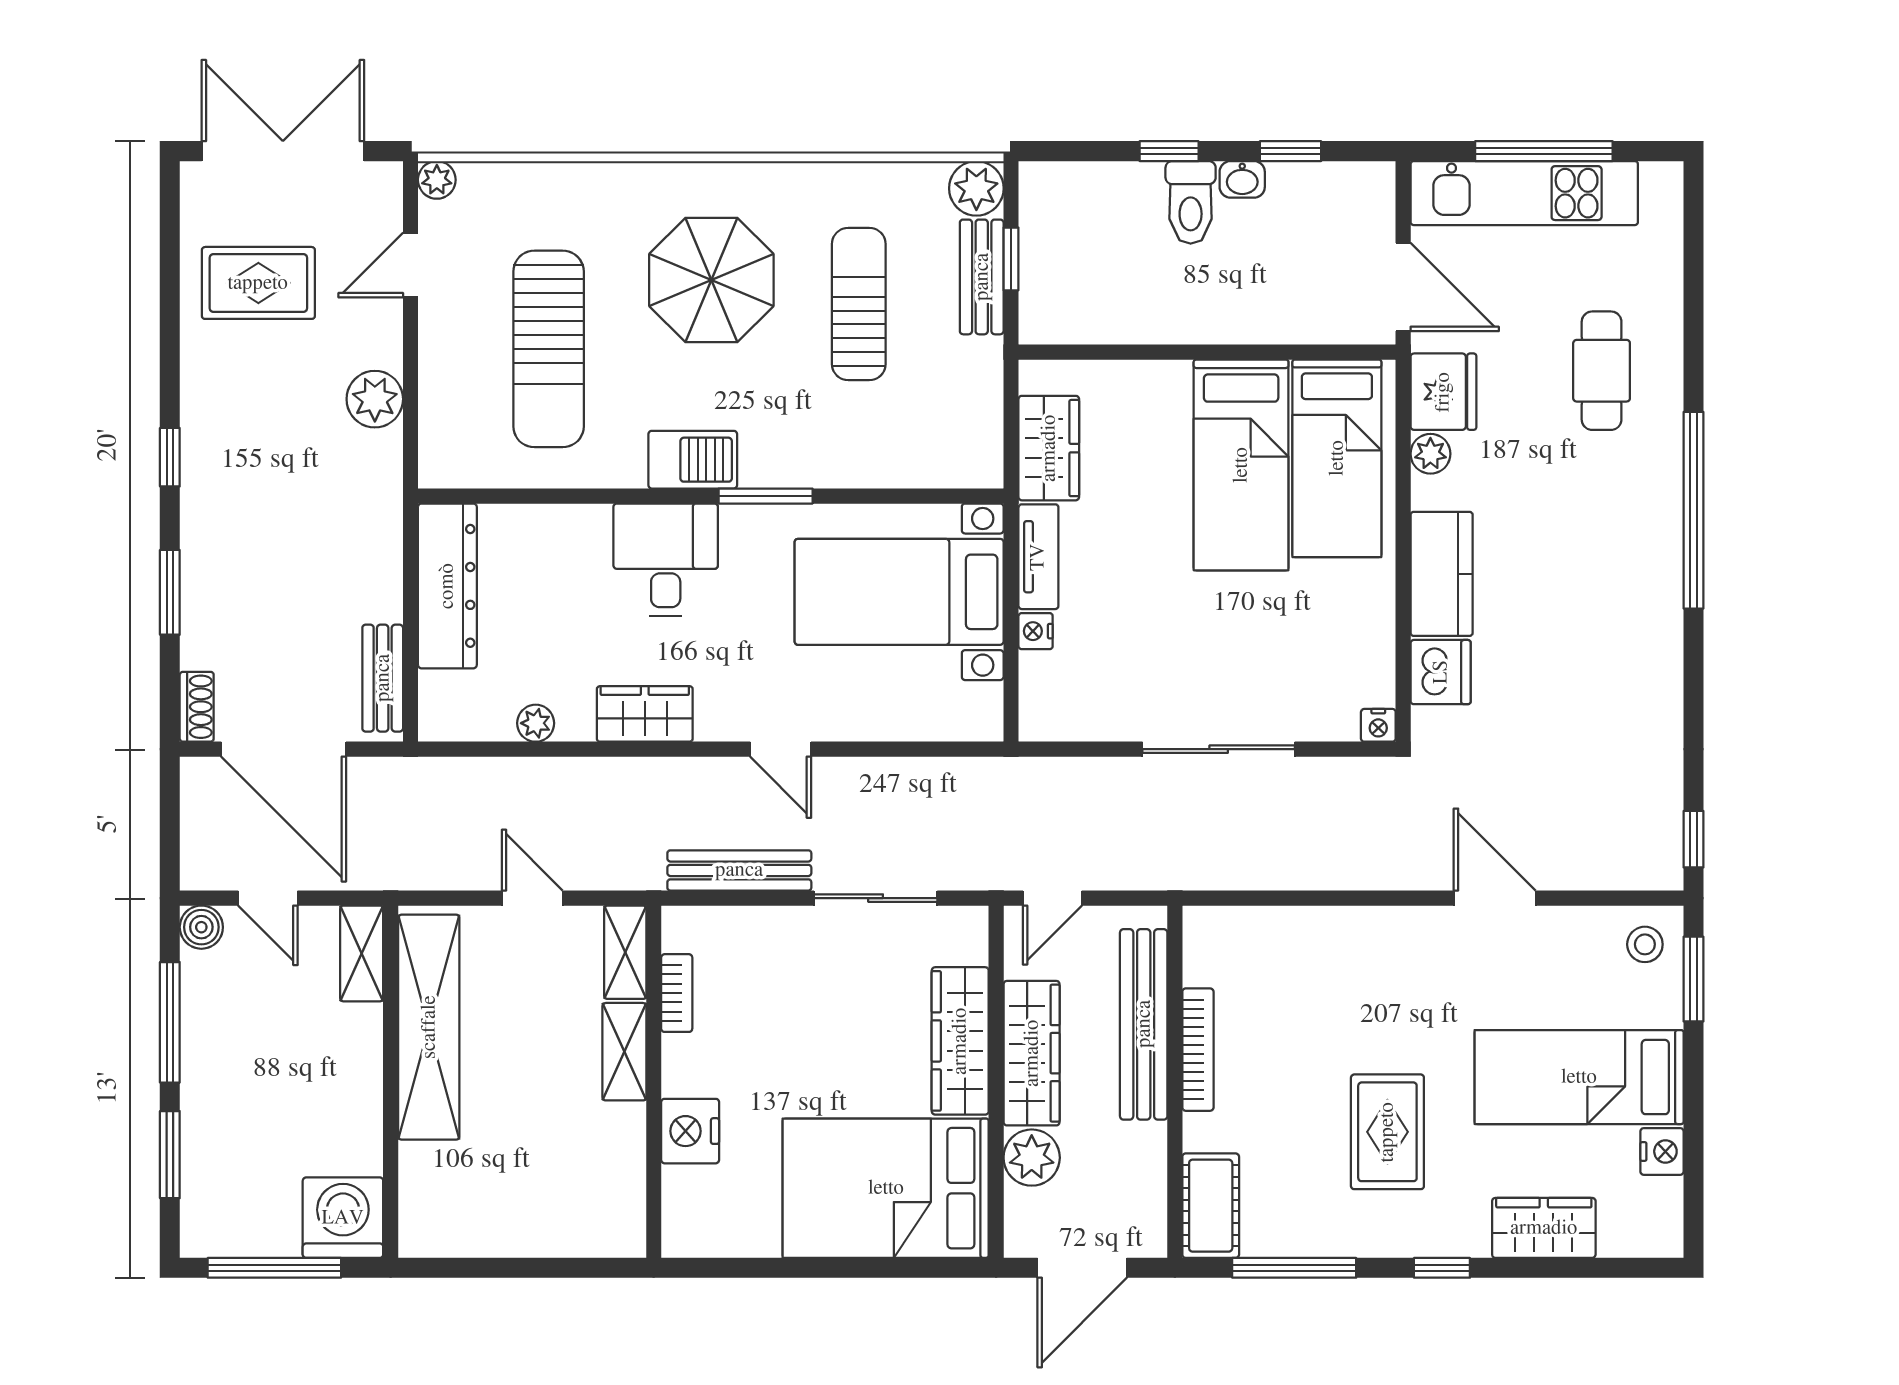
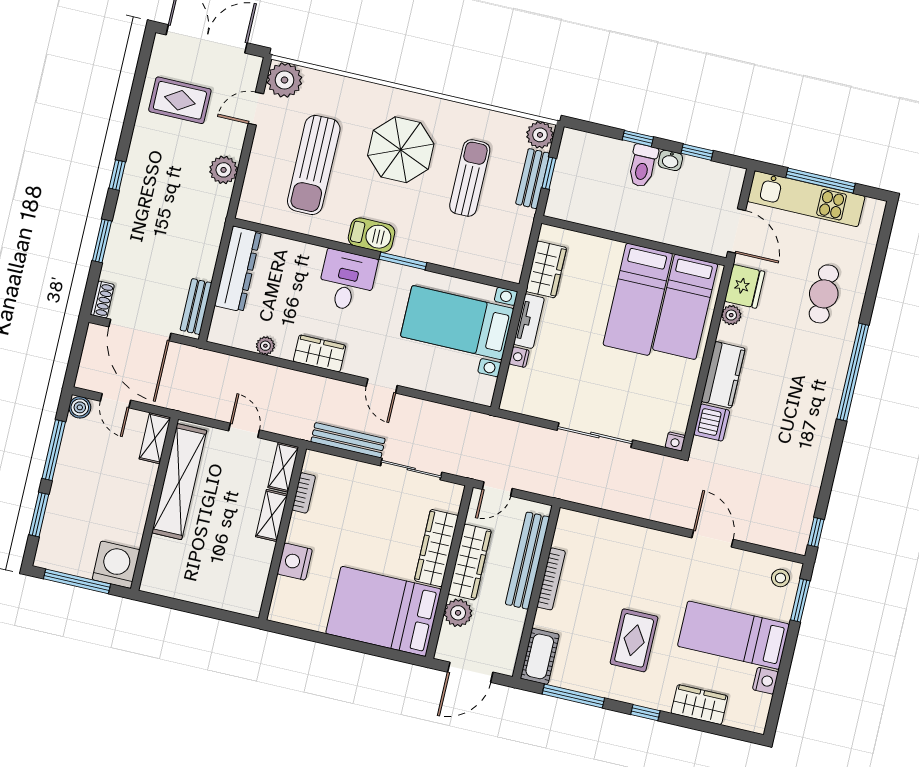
plant: (437, 180) -> (285, 80), width x1.88, depth x1.88

